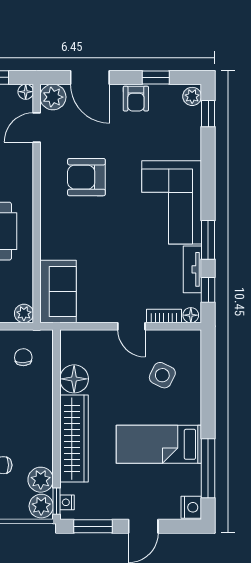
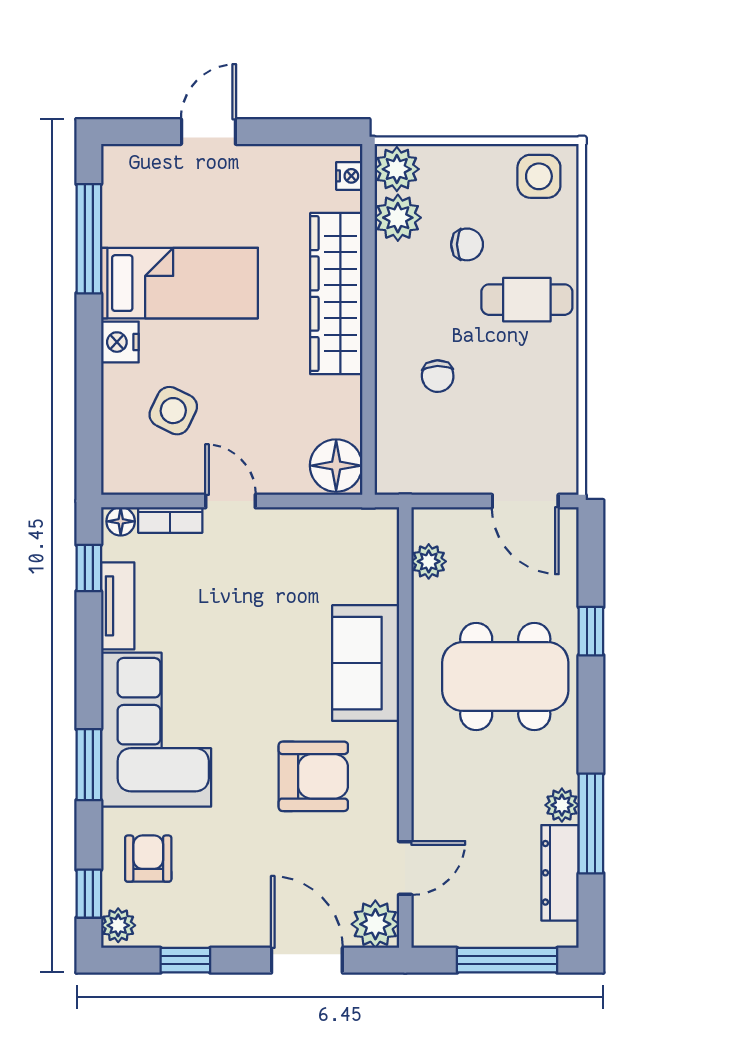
floor lamp: (26, 92) -> (425, 934), removed
armchair: (136, 99) -> (148, 859), moved
window: (208, 240) -> (89, 765), moved
sofa: (58, 292) -> (366, 663), moved
plant: (24, 313) -> (429, 561), moved
chair: (23, 357) -> (438, 376), moved
floor lamp: (74, 379) -> (336, 466), moved
window: (57, 501) -> (368, 178), removed
nightstand: (191, 507) -> (120, 342), moved
window: (93, 526) -> (301, 132), removed

